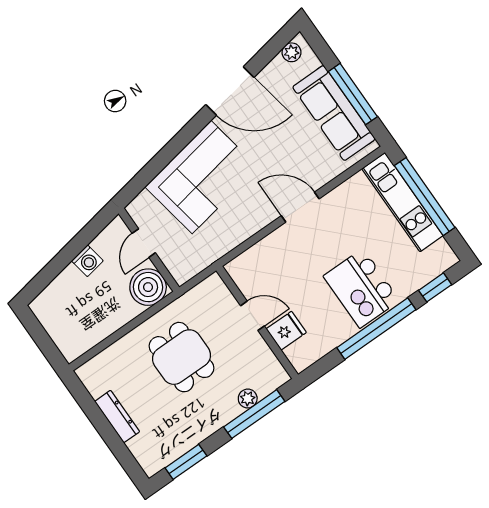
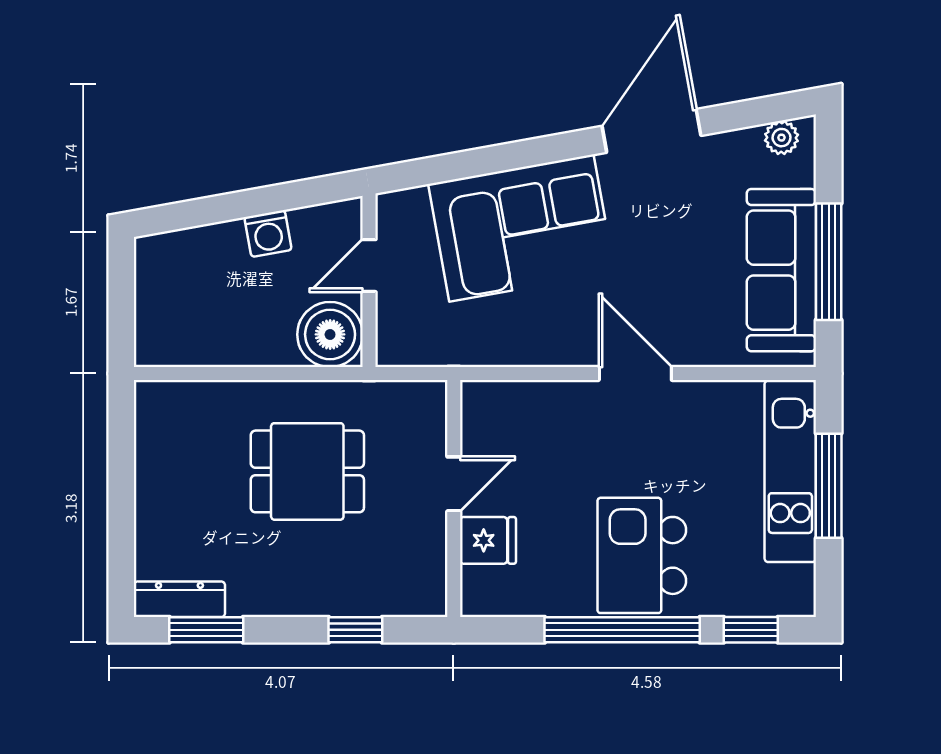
door: (230, 91) -> (651, 131), swing flipped
window: (425, 197) -> (829, 486), width x0.68
door: (253, 316) -> (454, 484), hinge flipped
dining table: (182, 357) -> (307, 471), turned 90
plant: (248, 399) -> (362, 600), removed
window: (254, 414) -> (355, 630), width x0.46
dresser: (117, 417) -> (179, 599), moved, turned -90

